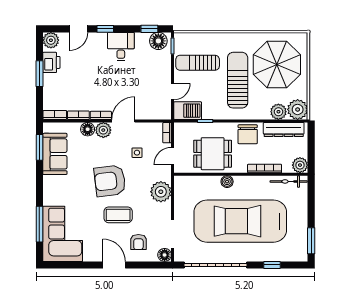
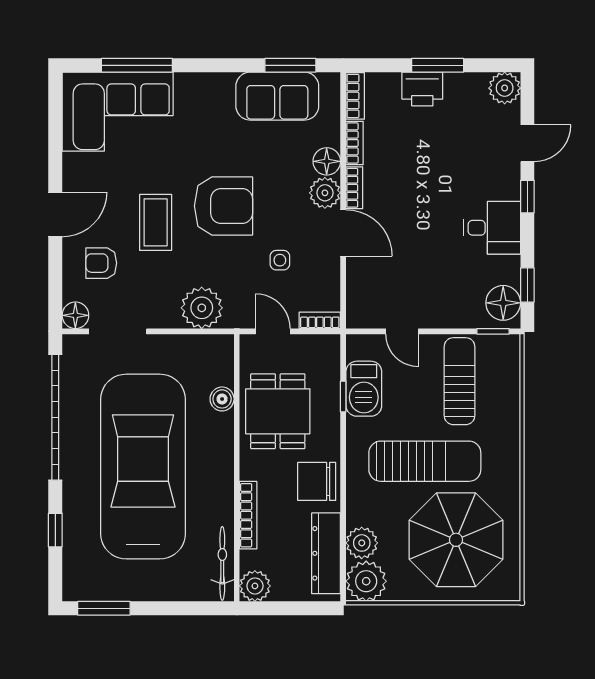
door: (79, 29) -> (527, 143), swing flipped
printer: (51, 62) -> (422, 89), moved
barbecue: (188, 111) -> (364, 389), moved
armchair: (110, 181) -> (223, 206), turned 97
boiler: (227, 182) -> (222, 399), moved

